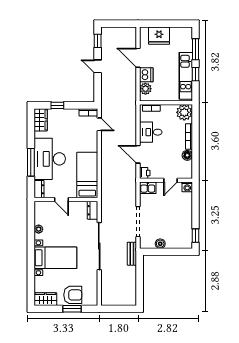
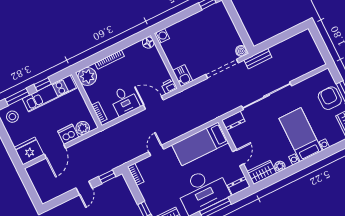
fridge: (159, 36) -> (29, 151), moved, turned -90
stool: (182, 38) -> (12, 117), added
window: (98, 41) -> (107, 177), moved
door: (99, 124) -> (156, 150), moved
door: (138, 154) -> (153, 103), swing flipped
floor lamp: (187, 155) -> (148, 43), moved
door: (170, 180) -> (163, 56), removed
wardrobe: (41, 213) -> (262, 172), added
boiler: (160, 244) -> (241, 51), moved

